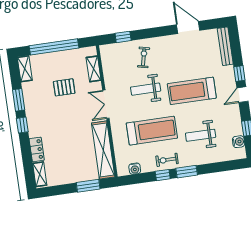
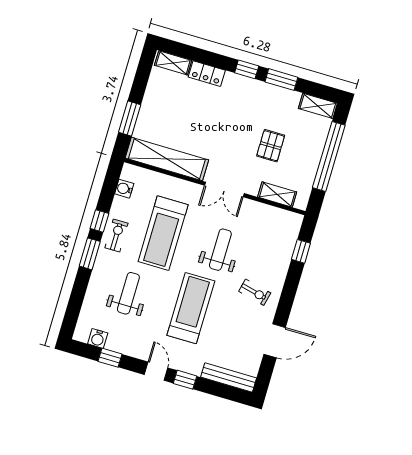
exercise bike: (144, 57) -> (255, 292), moved
double door: (106, 104) -> (224, 189), swing flipped

